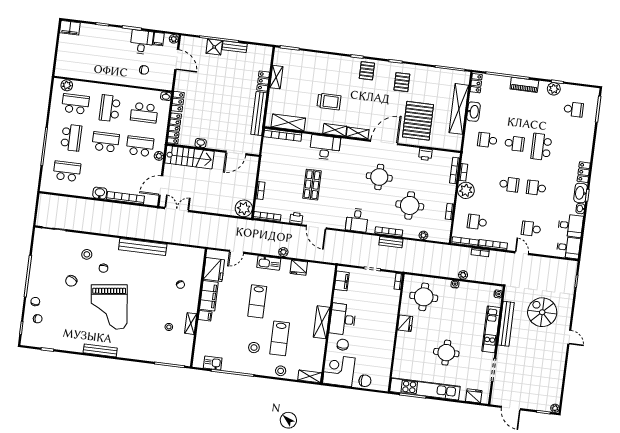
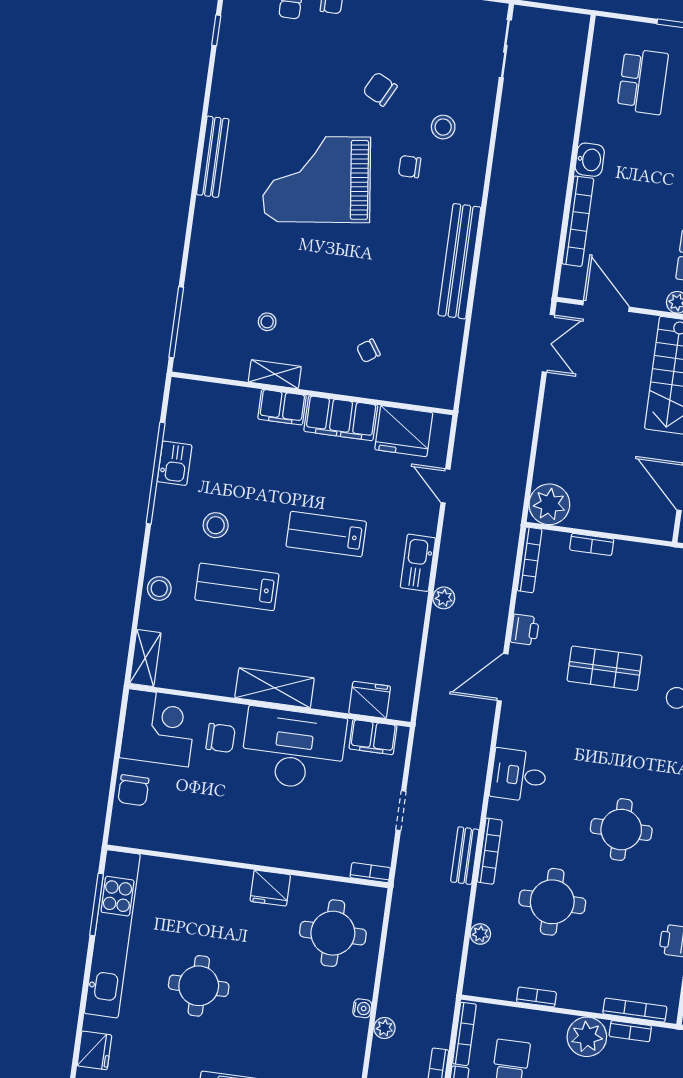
fridge: (299, 268) -> (370, 700), moved, turned 90
filing cabinet: (205, 316) -> (282, 407), width x2.00
desk: (343, 319) -> (293, 749), width x1.36, depth x1.30
kitchen sink: (213, 363) -> (175, 463), moved

